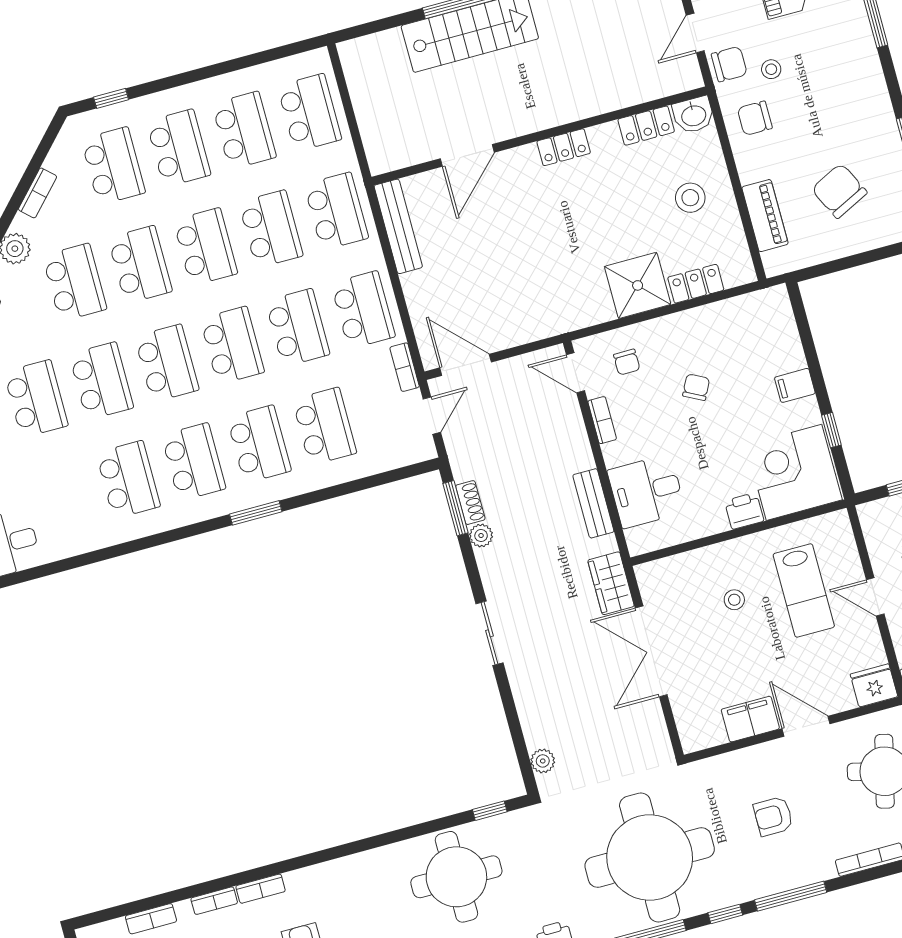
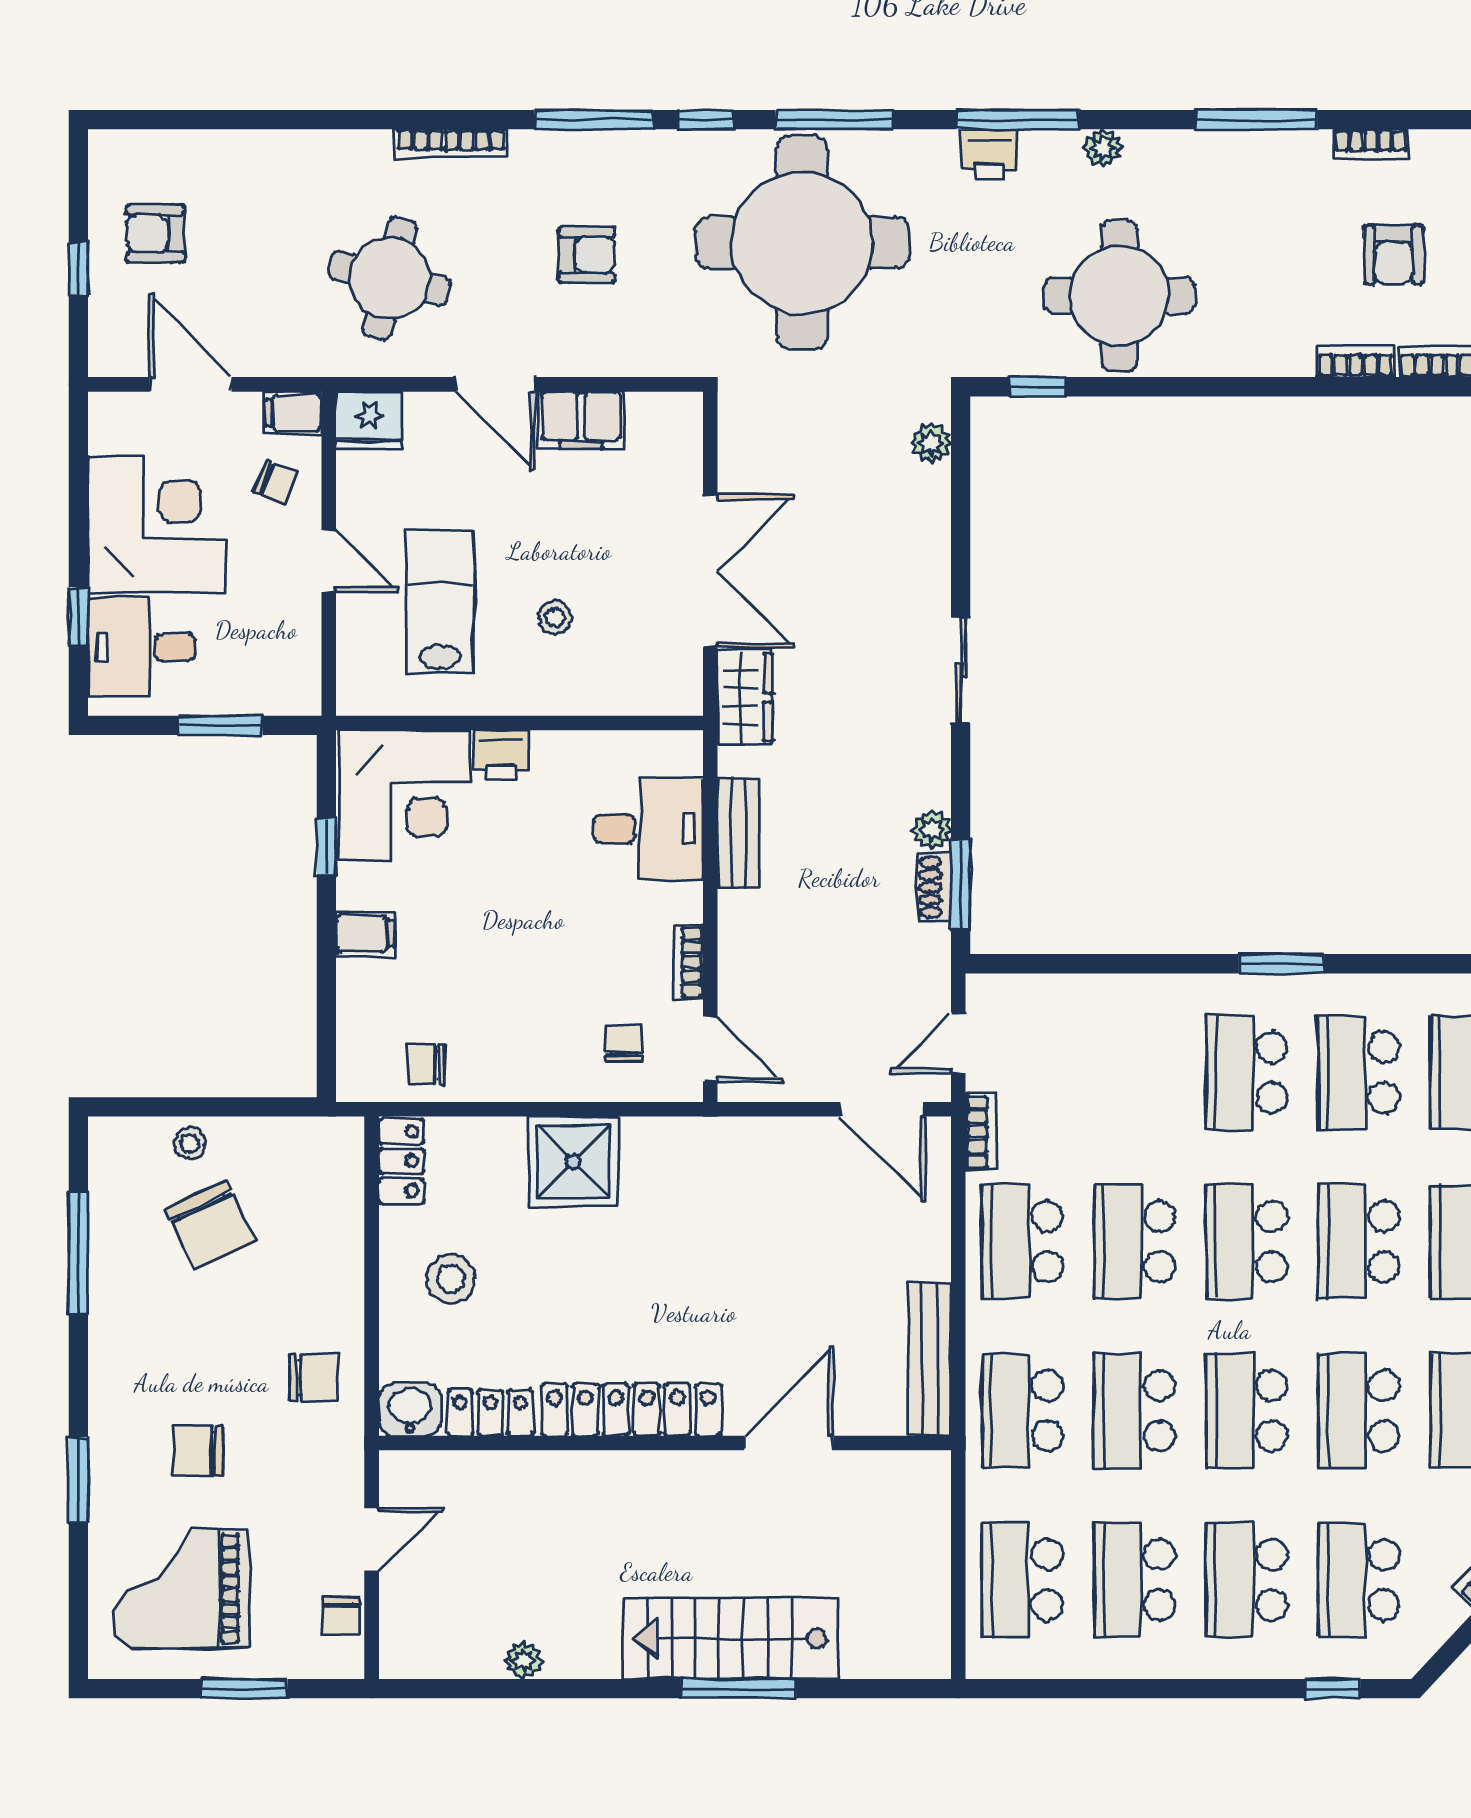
chair: (729, 64) -> (198, 1451), moved
stool: (771, 69) -> (190, 1144), moved
locker: (564, 147) -> (631, 1410), width x2.16, depth x1.21
piano: (765, 216) -> (339, 1218), removed
locker: (696, 284) -> (401, 1161), moved, turned -90
chair: (696, 387) -> (426, 1065), moved, turned 63
school desk: (324, 426) -> (1134, 1072), removed
bookcase: (308, 876) -> (1356, 362), added

